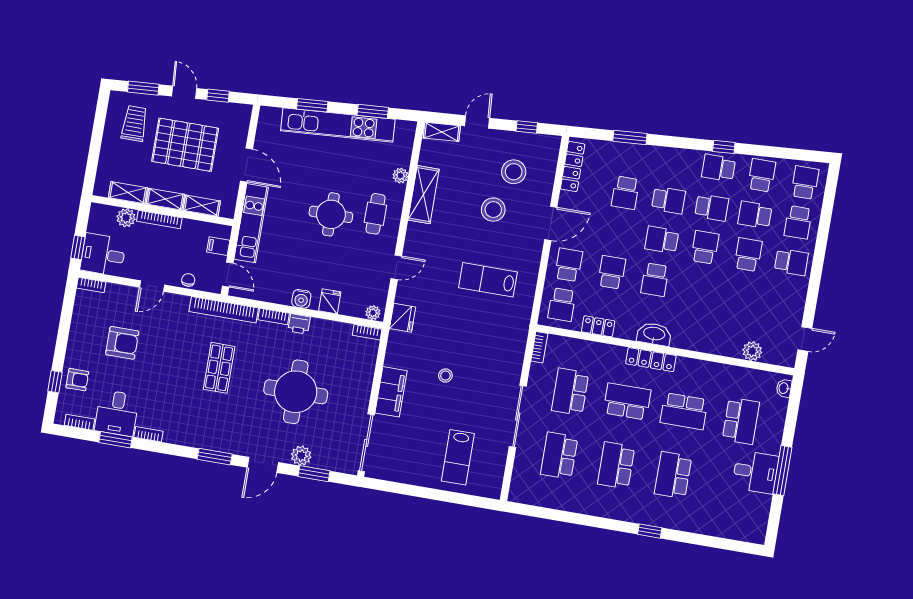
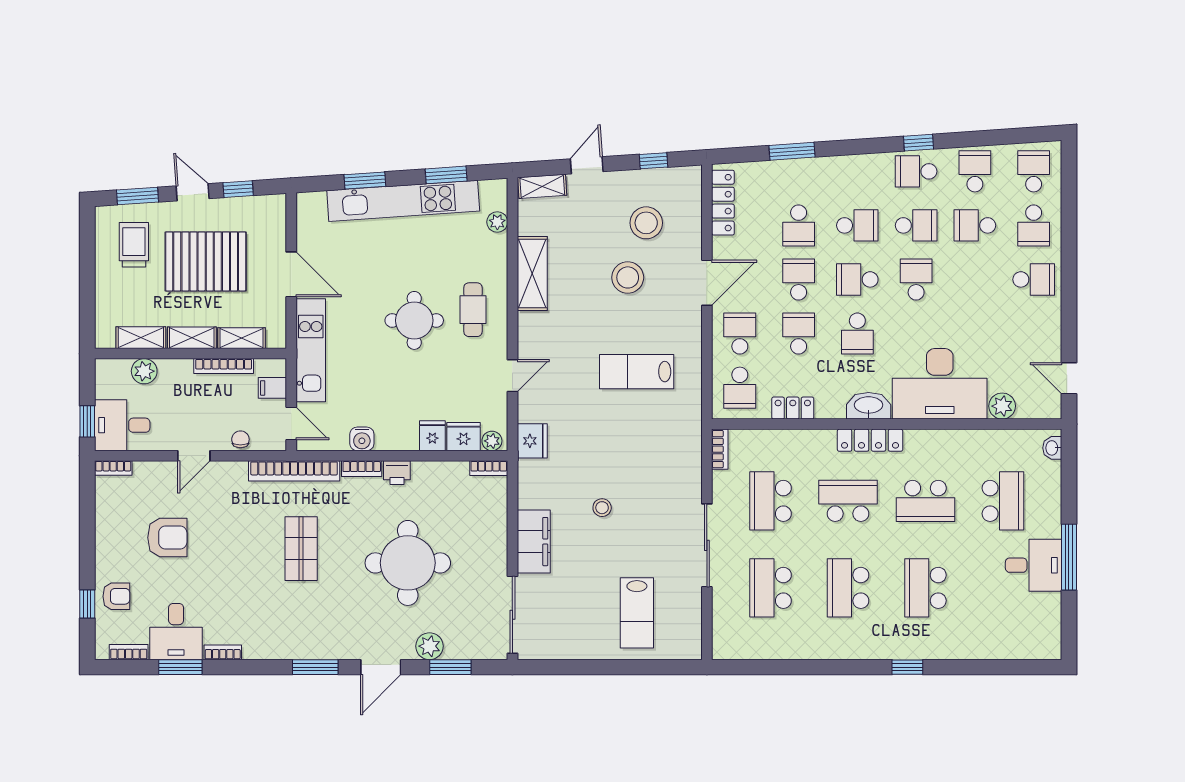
plant: (400, 176) -> (497, 222), moved
bookcase: (159, 220) -> (224, 366), moved
school desk: (748, 255) -> (799, 279), moved
water cooler: (301, 299) -> (362, 439), moved
fridge: (353, 306) -> (464, 437), added
desk: (709, 327) -> (940, 384), added
door: (805, 339) -> (1069, 378), swing flipped

